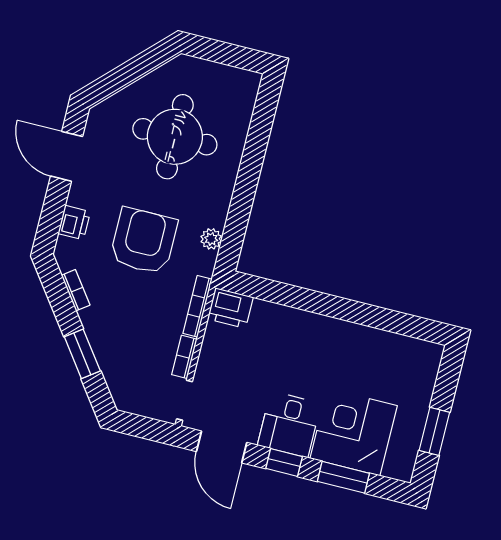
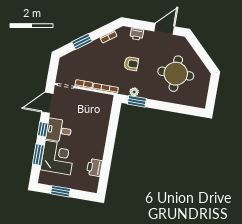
window: (234, 234) -> (137, 101), added
armchair: (144, 241) -> (131, 64), width x0.53, depth x0.53
printer: (230, 308) -> (94, 167), moved

